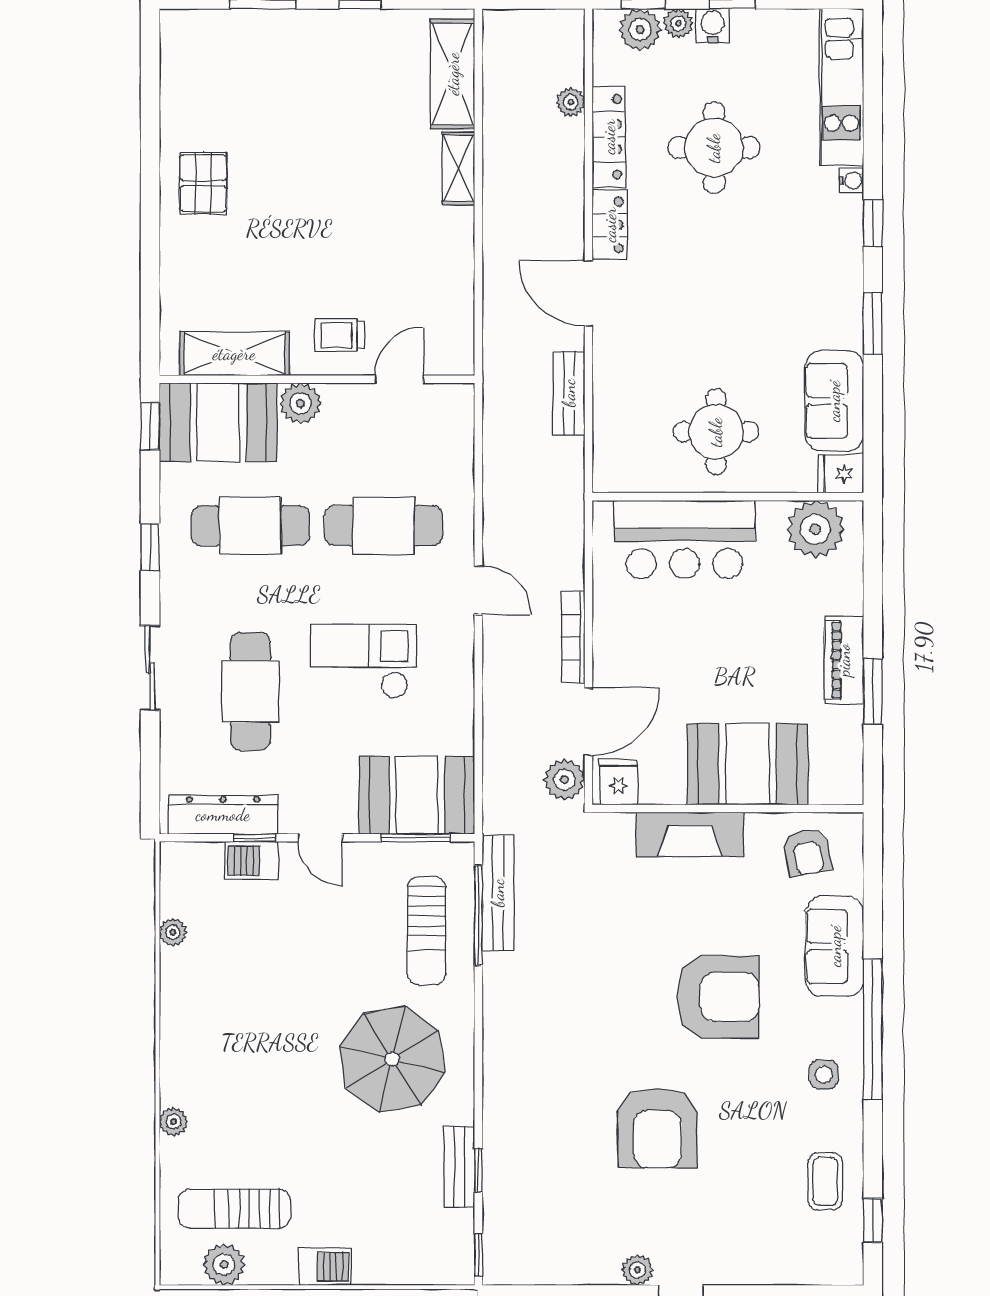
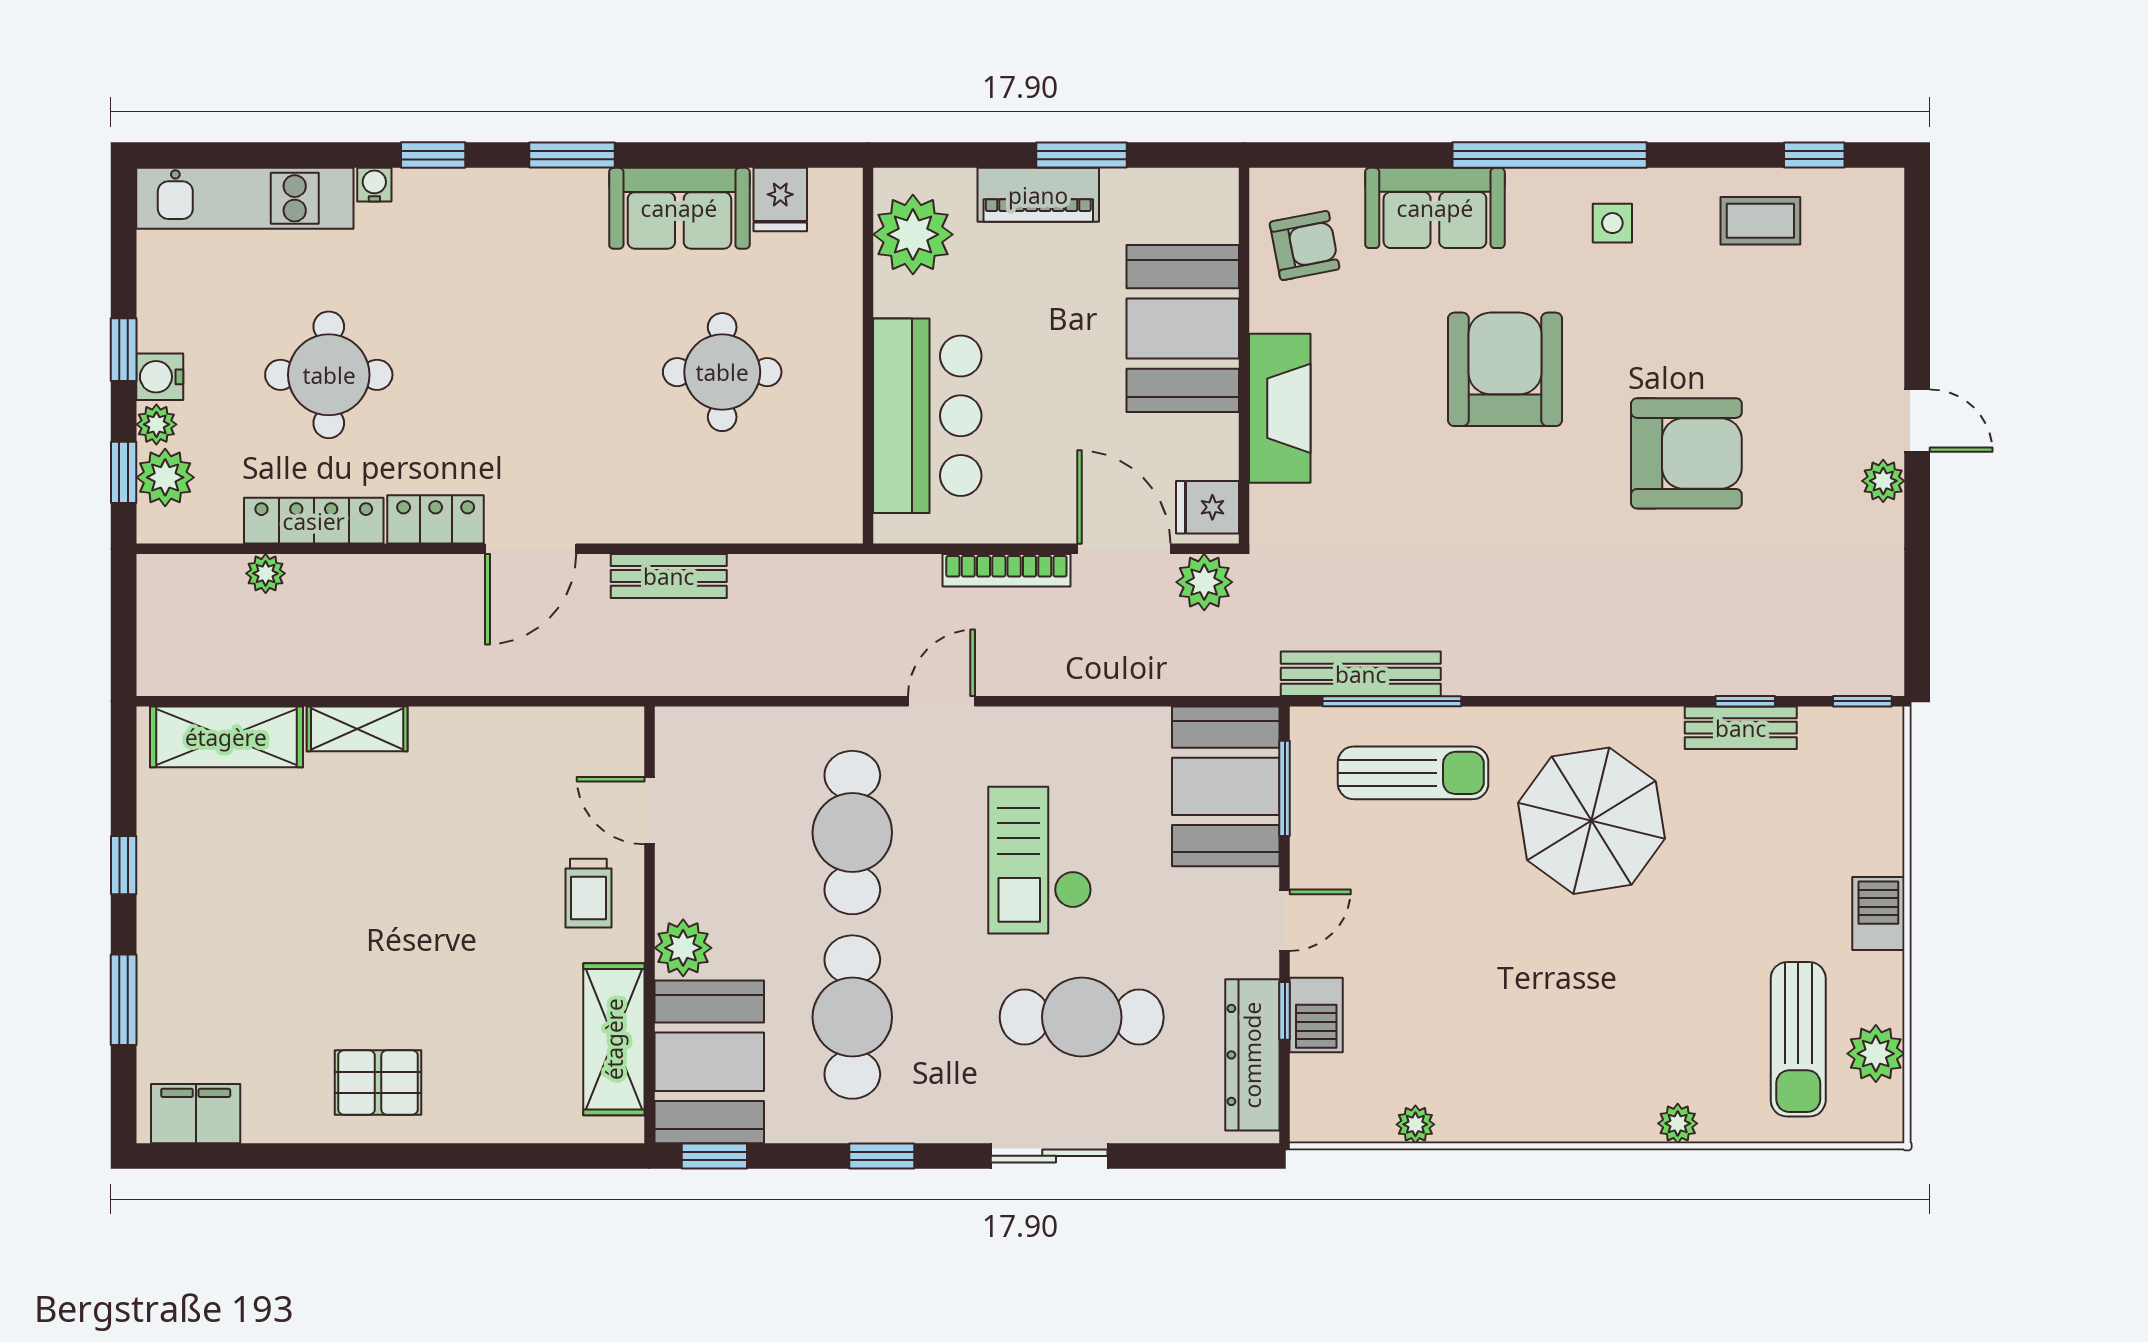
filing cabinet: (181, 52) -> (196, 1114), added
wall: (728, 497) -> (868, 356), moved
plant: (815, 529) -> (913, 234), moved
bar counter: (685, 539) -> (927, 416), moved

